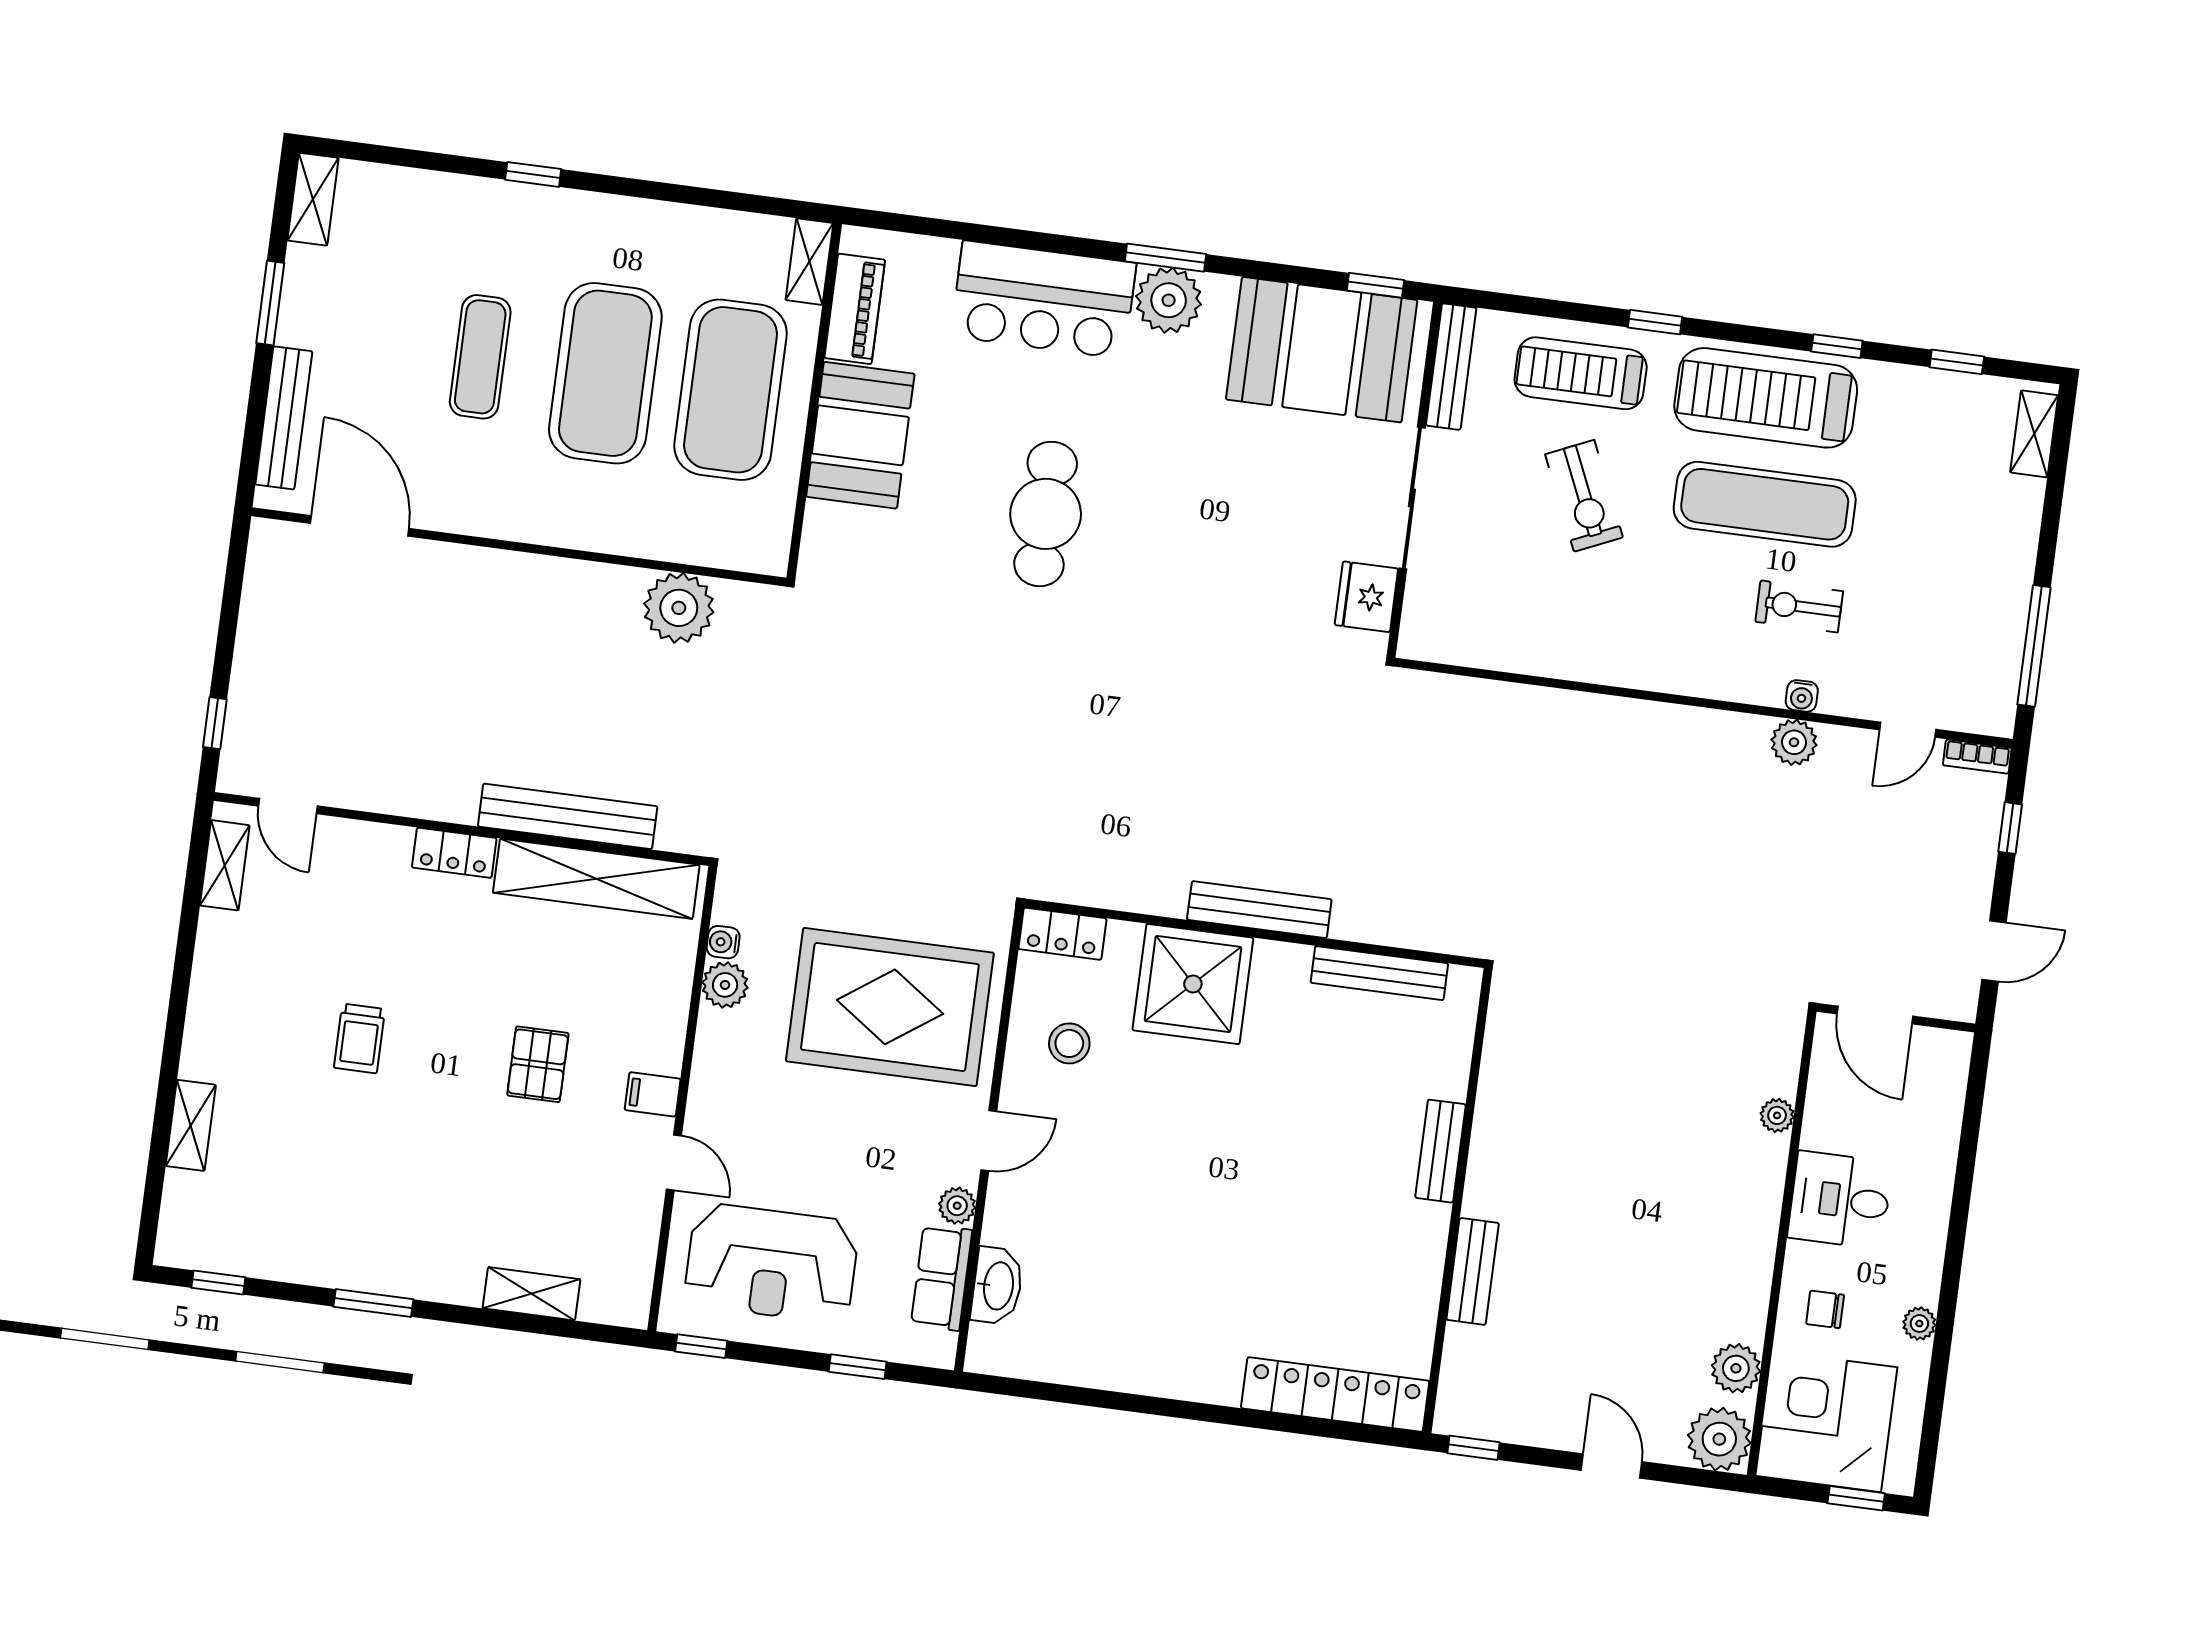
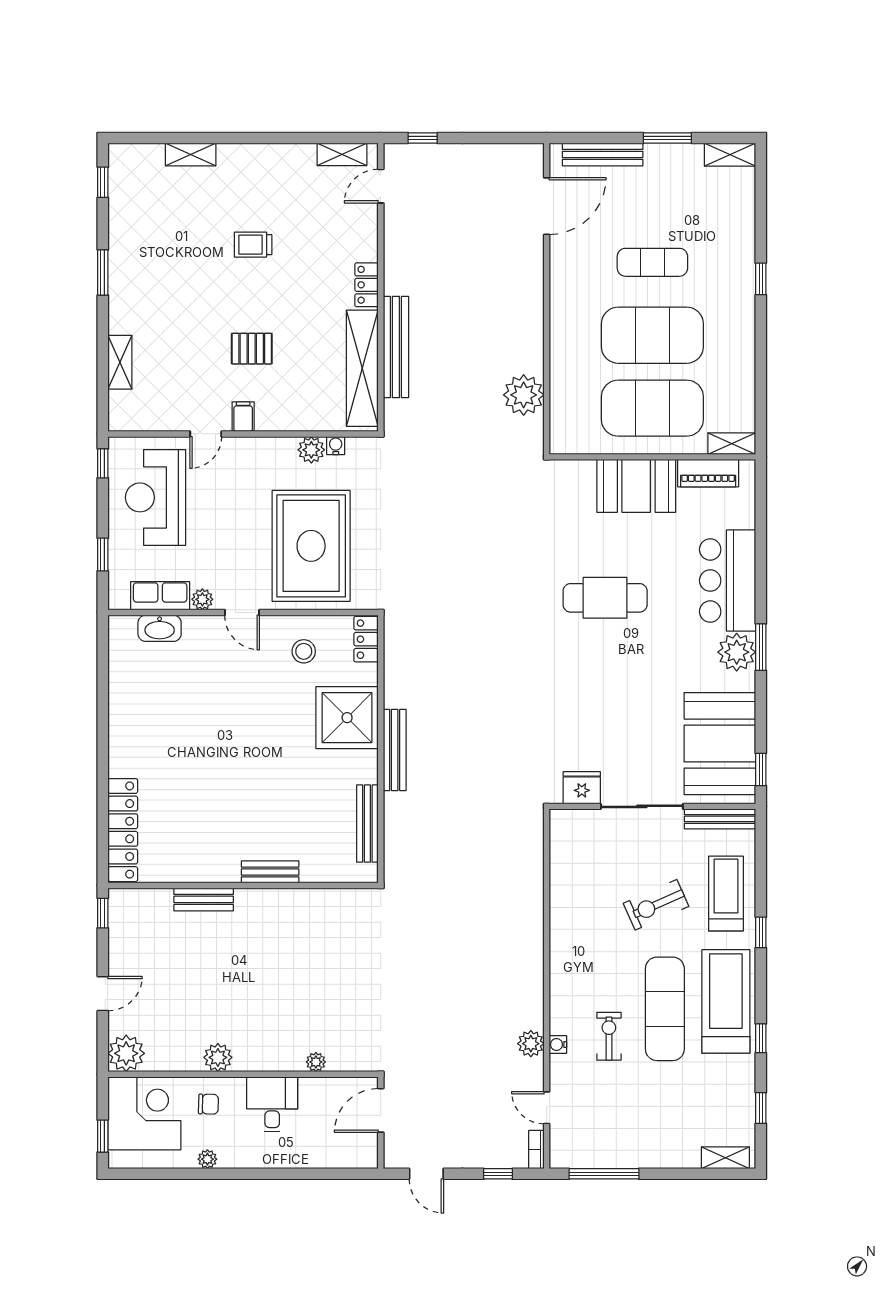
chair: (1825, 1309) -> (208, 1104), turned 91
plant: (1736, 1368) -> (218, 1057), moved

